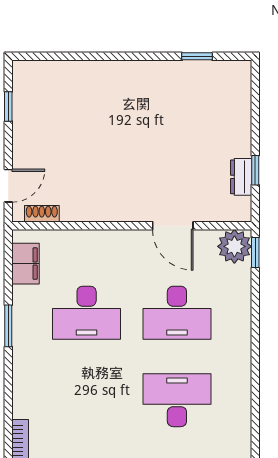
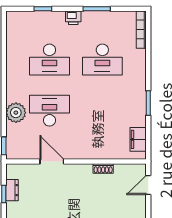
shoe rack: (42, 214) -> (103, 169), moved
plant: (234, 246) -> (16, 113), moved
desk: (87, 313) -> (102, 60), moved, turned 180

